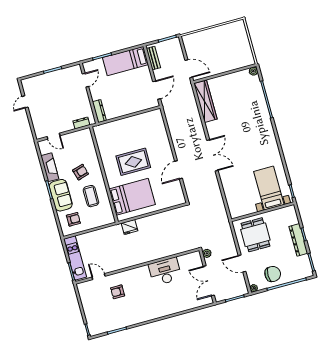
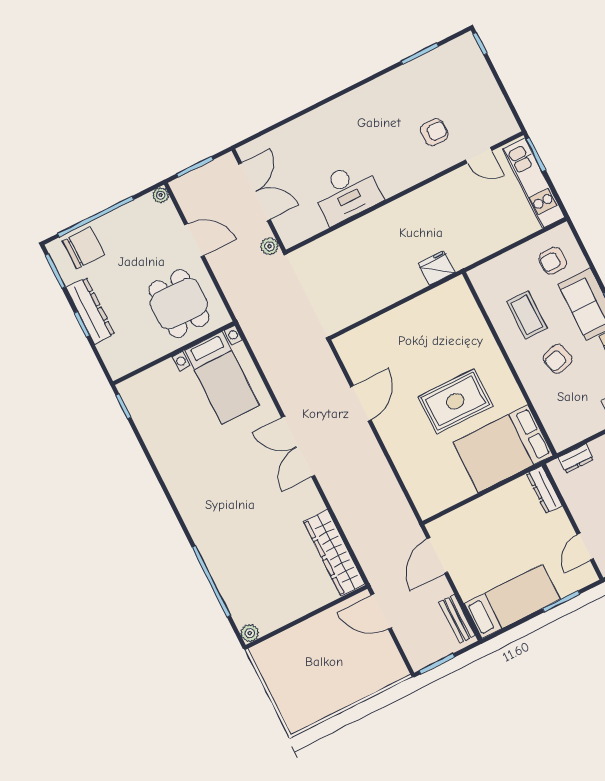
bed with nightstands: (269, 188) -> (222, 378), moved
bed: (132, 197) -> (503, 449), moved
chair: (273, 274) -> (84, 248), moved, turned 180

